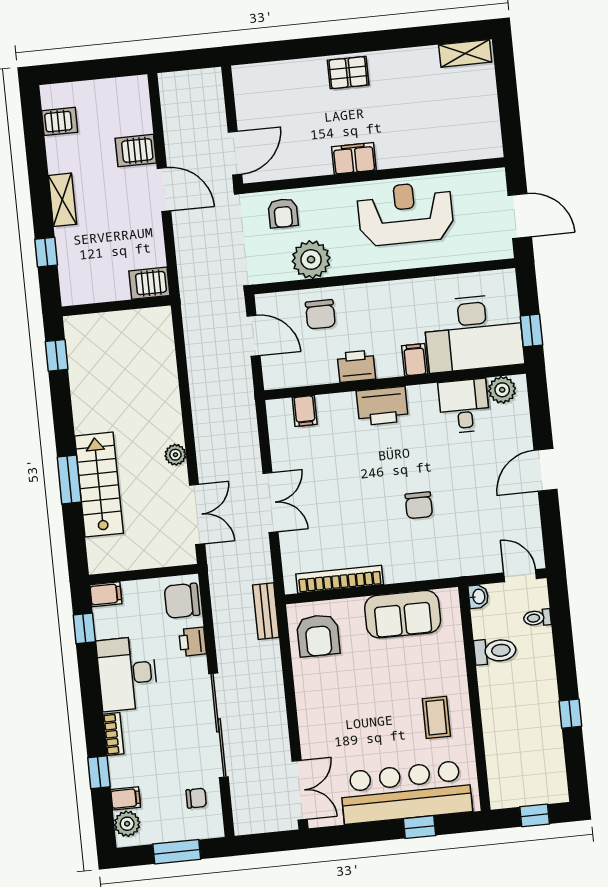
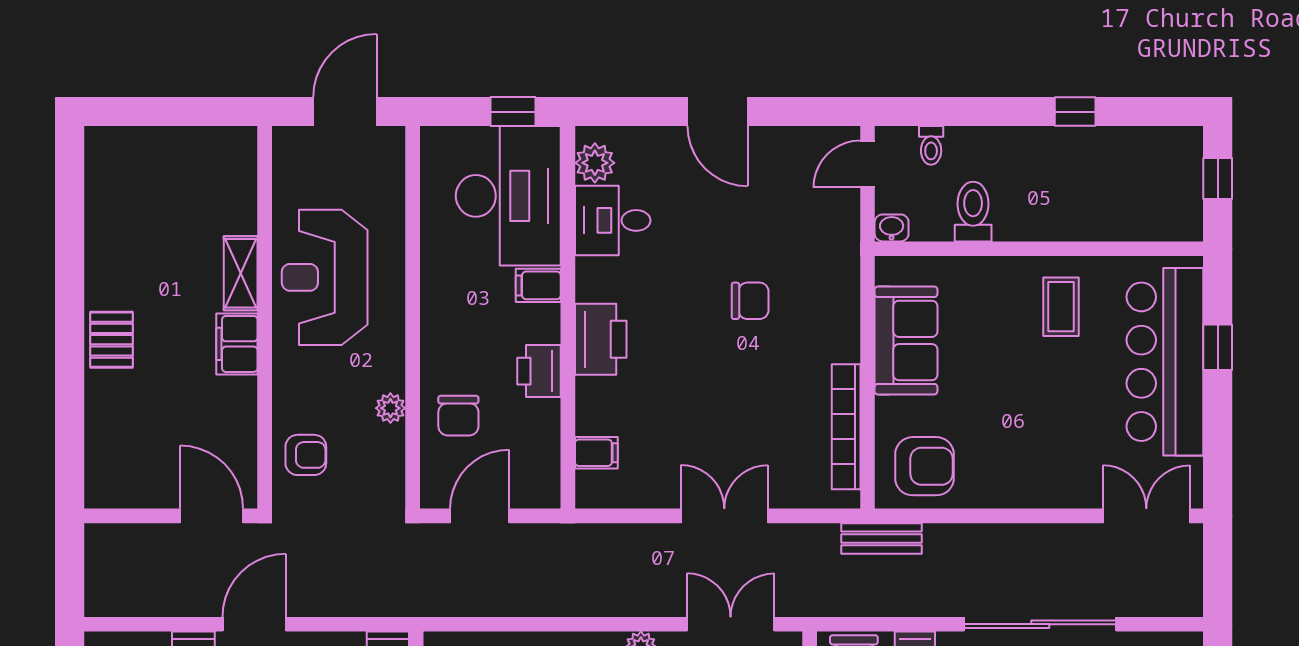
shelving: (465, 53) -> (241, 273), moved
plant: (311, 260) -> (390, 408), width x0.53, depth x0.53
chair: (320, 314) -> (458, 416), turned 90
coffee table: (436, 717) -> (1061, 307), turned 90

